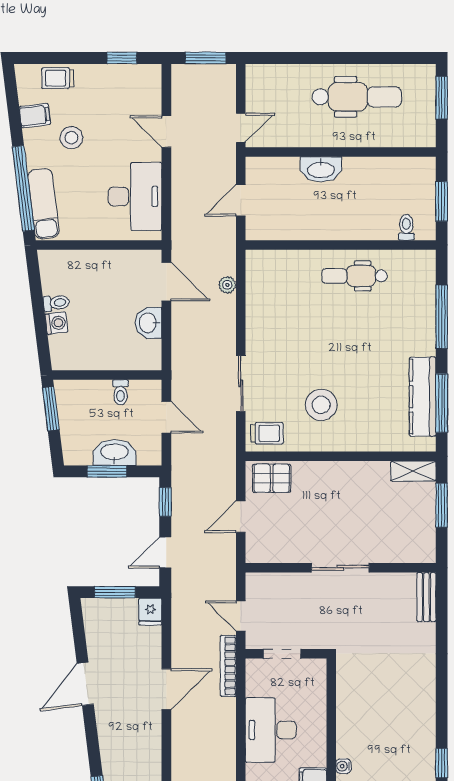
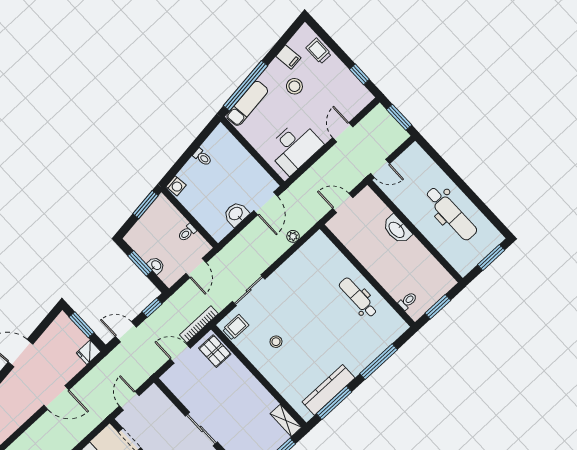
washing machine: (56, 323) -> (176, 186), moved
stool: (321, 405) -> (276, 342), width x0.53, depth x0.53
trolley: (267, 433) -> (236, 327), turned -90
washbasin: (115, 453) -> (156, 265), width x0.52, depth x0.69
bookcase: (228, 666) -> (199, 324), moved

